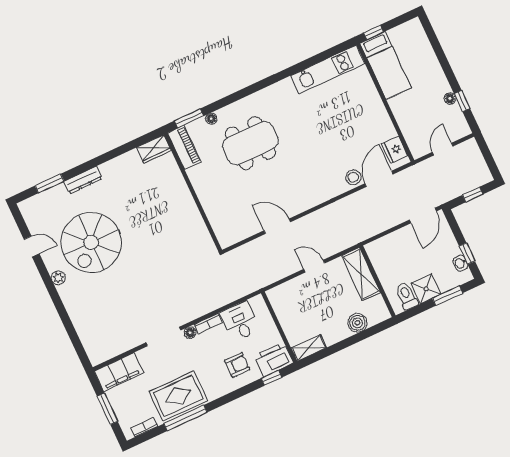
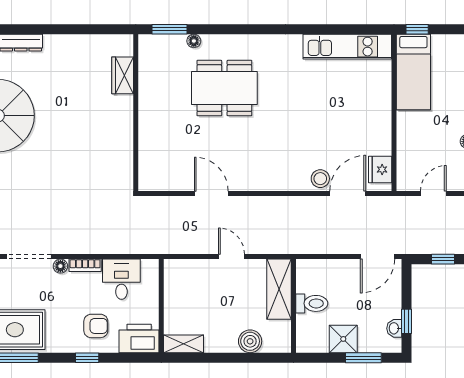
piano: (184, 147) -> (149, 59), removed
wardrobe: (154, 149) -> (123, 75), moved, turned 90
toilet: (407, 296) -> (312, 303), moved, turned 90
window: (271, 378) -> (87, 358), moved

